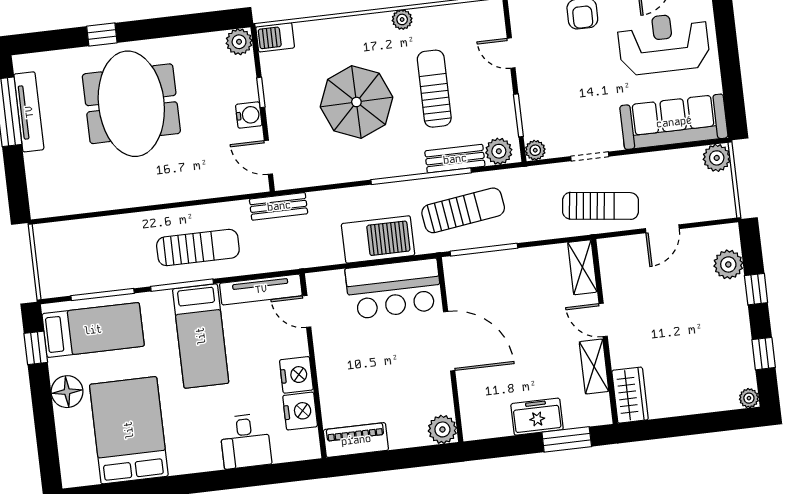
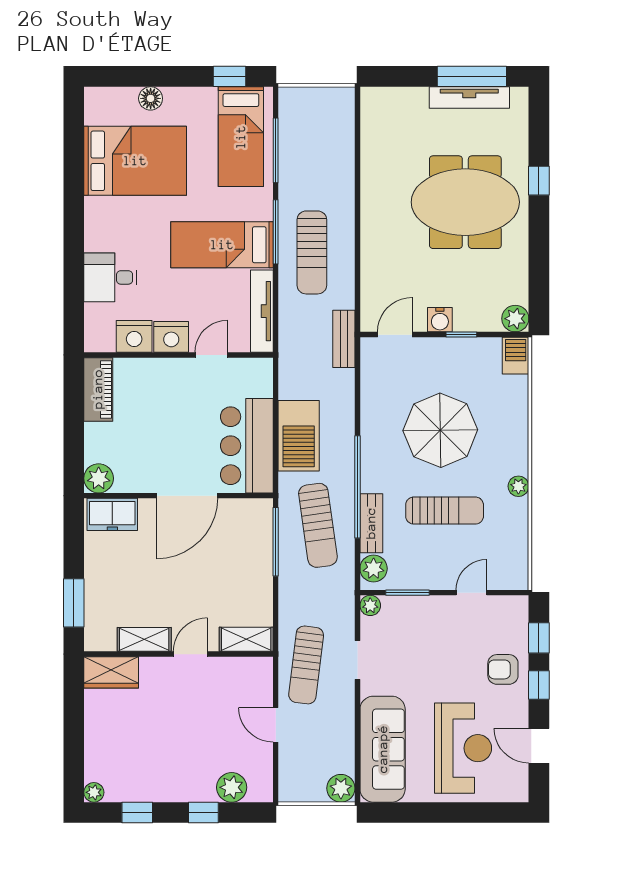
door: (307, 311) -> (211, 355), moved
floor lamp: (67, 392) -> (151, 98), moved, width x0.73, depth x0.73
freezer: (537, 417) -> (112, 514), moved, turned 90

